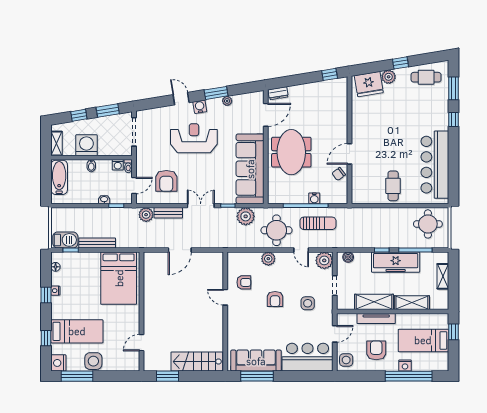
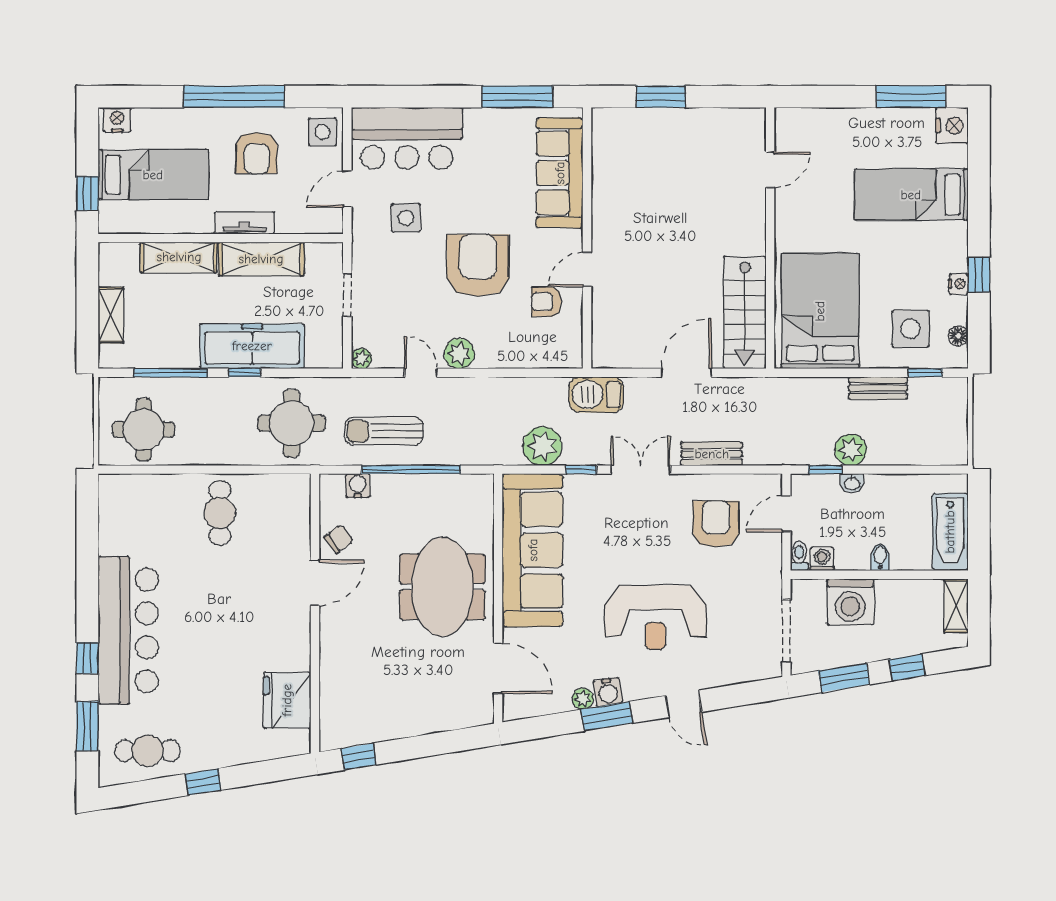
plant: (389, 77) -> (230, 752), removed
fridge: (369, 84) -> (287, 700), moved, turned -81
dresser: (278, 93) -> (471, 716), removed
water cooler: (200, 107) -> (608, 692), moved
door: (266, 115) -> (498, 668), swing flipped
washing machine: (86, 145) -> (850, 602), moved
bar counter: (435, 165) -> (128, 630), moved
water cooler: (314, 198) -> (358, 486), moved
double door: (201, 206) -> (641, 470), swing flipped
plant: (146, 215) -> (851, 450), moved
round table: (276, 230) -> (292, 423), moved
barbecue: (65, 240) -> (596, 395), moved
bench: (97, 243) -> (878, 388), width x0.73
boiler: (348, 257) -> (318, 357), removed
plant: (268, 259) -> (459, 354), moved
plant: (324, 260) -> (361, 359), width x0.53, depth x0.53
freezer: (396, 262) -> (252, 346), moved
door: (225, 297) -> (587, 269), swing flipped
armchair: (275, 299) -> (478, 265), width x1.88, depth x1.88
side table: (308, 303) -> (406, 218), moved
tv unit: (376, 319) -> (245, 223), width x0.71
window: (46, 338) -> (979, 180), removed
side table: (93, 361) -> (910, 329), moved
sofa: (256, 361) -> (560, 173), moved, turned 90
stairs: (197, 362) -> (745, 312), moved, turned 90
nightstand: (405, 366) -> (117, 120), moved
window: (167, 376) -> (661, 97), moved
window: (409, 376) -> (234, 97), moved

